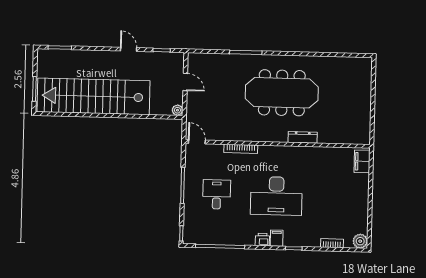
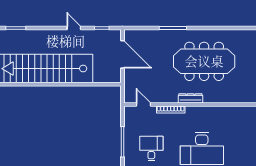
door: (185, 82) -> (122, 54), width x1.88
plant: (177, 110) -> (116, 78), removed
dresser: (303, 137) -> (190, 98), moved
door: (197, 142) -> (144, 105), moved

